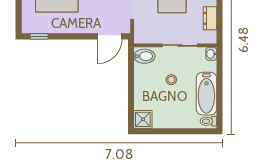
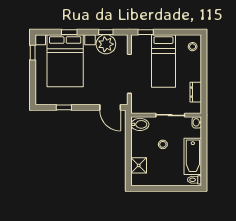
window: (39, 36) -> (64, 107), moved
door: (110, 36) -> (110, 107), hinge flipped
shower: (143, 119) -> (139, 165), moved

